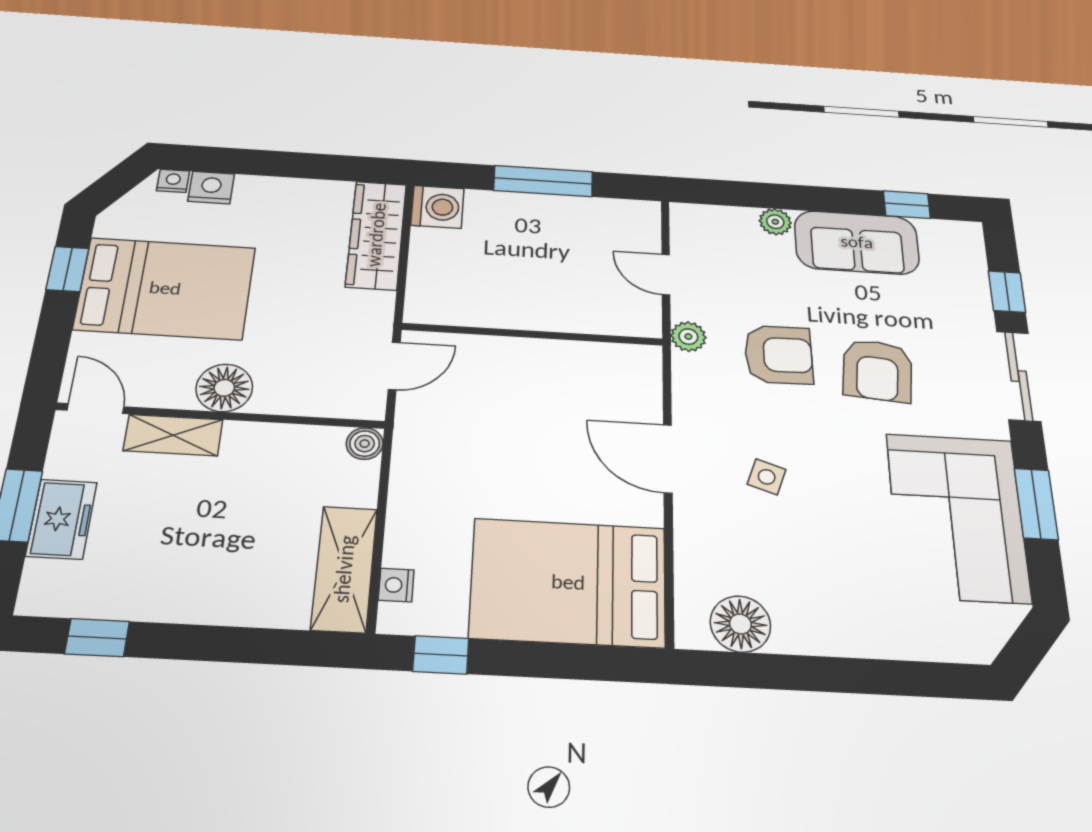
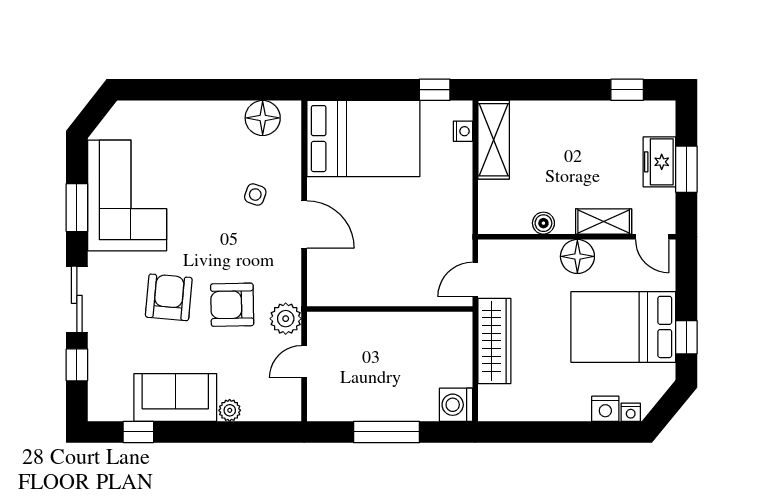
wardrobe: (376, 235) -> (494, 341), moved
door: (666, 275) -> (304, 362), swing flipped
plant: (688, 337) -> (286, 319), width x1.38, depth x1.38
boiler: (365, 444) -> (543, 223), moved
side table: (767, 477) -> (255, 195), moved

